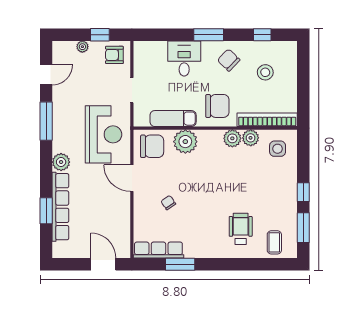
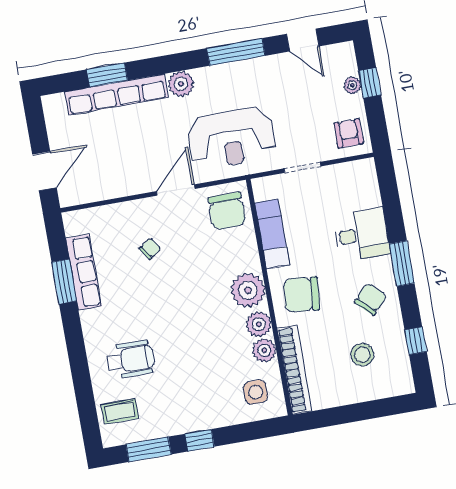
window: (100, 35) -> (370, 83), moved
chair: (217, 106) -> (302, 294), turned 96
plant: (185, 142) -> (248, 290), moved
row of seats: (158, 250) -> (84, 272), moved

